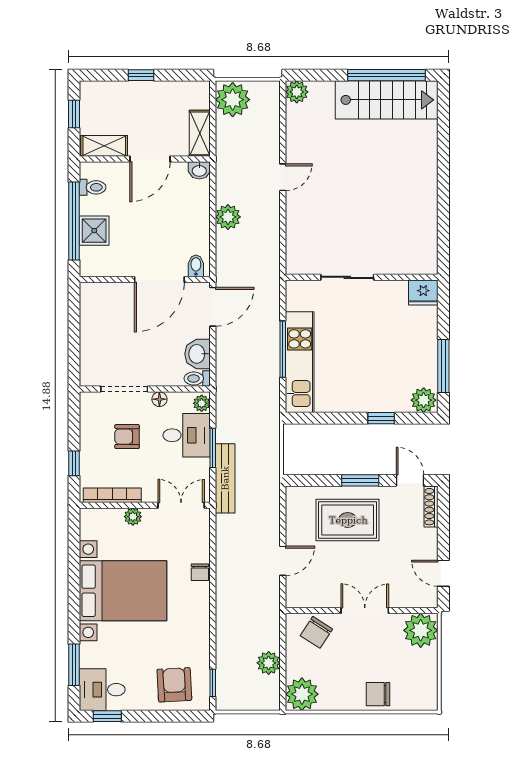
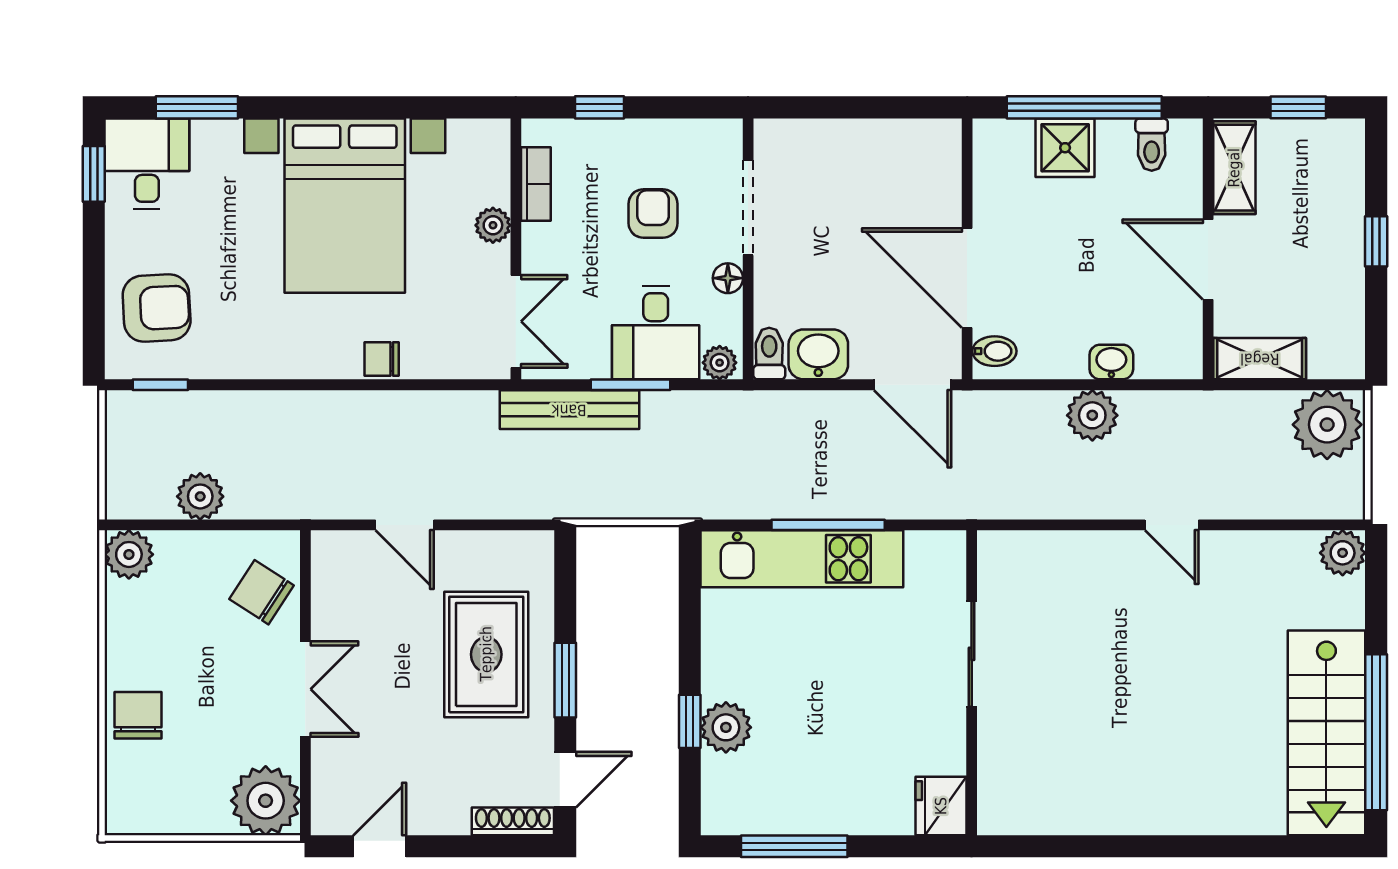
washbasin: (199, 170) -> (1111, 362), moved, turned 90
plant: (424, 400) -> (726, 727), moved
bookcase: (112, 495) -> (536, 184), width x0.64
plant: (302, 694) -> (129, 554), width x0.73, depth x0.73

